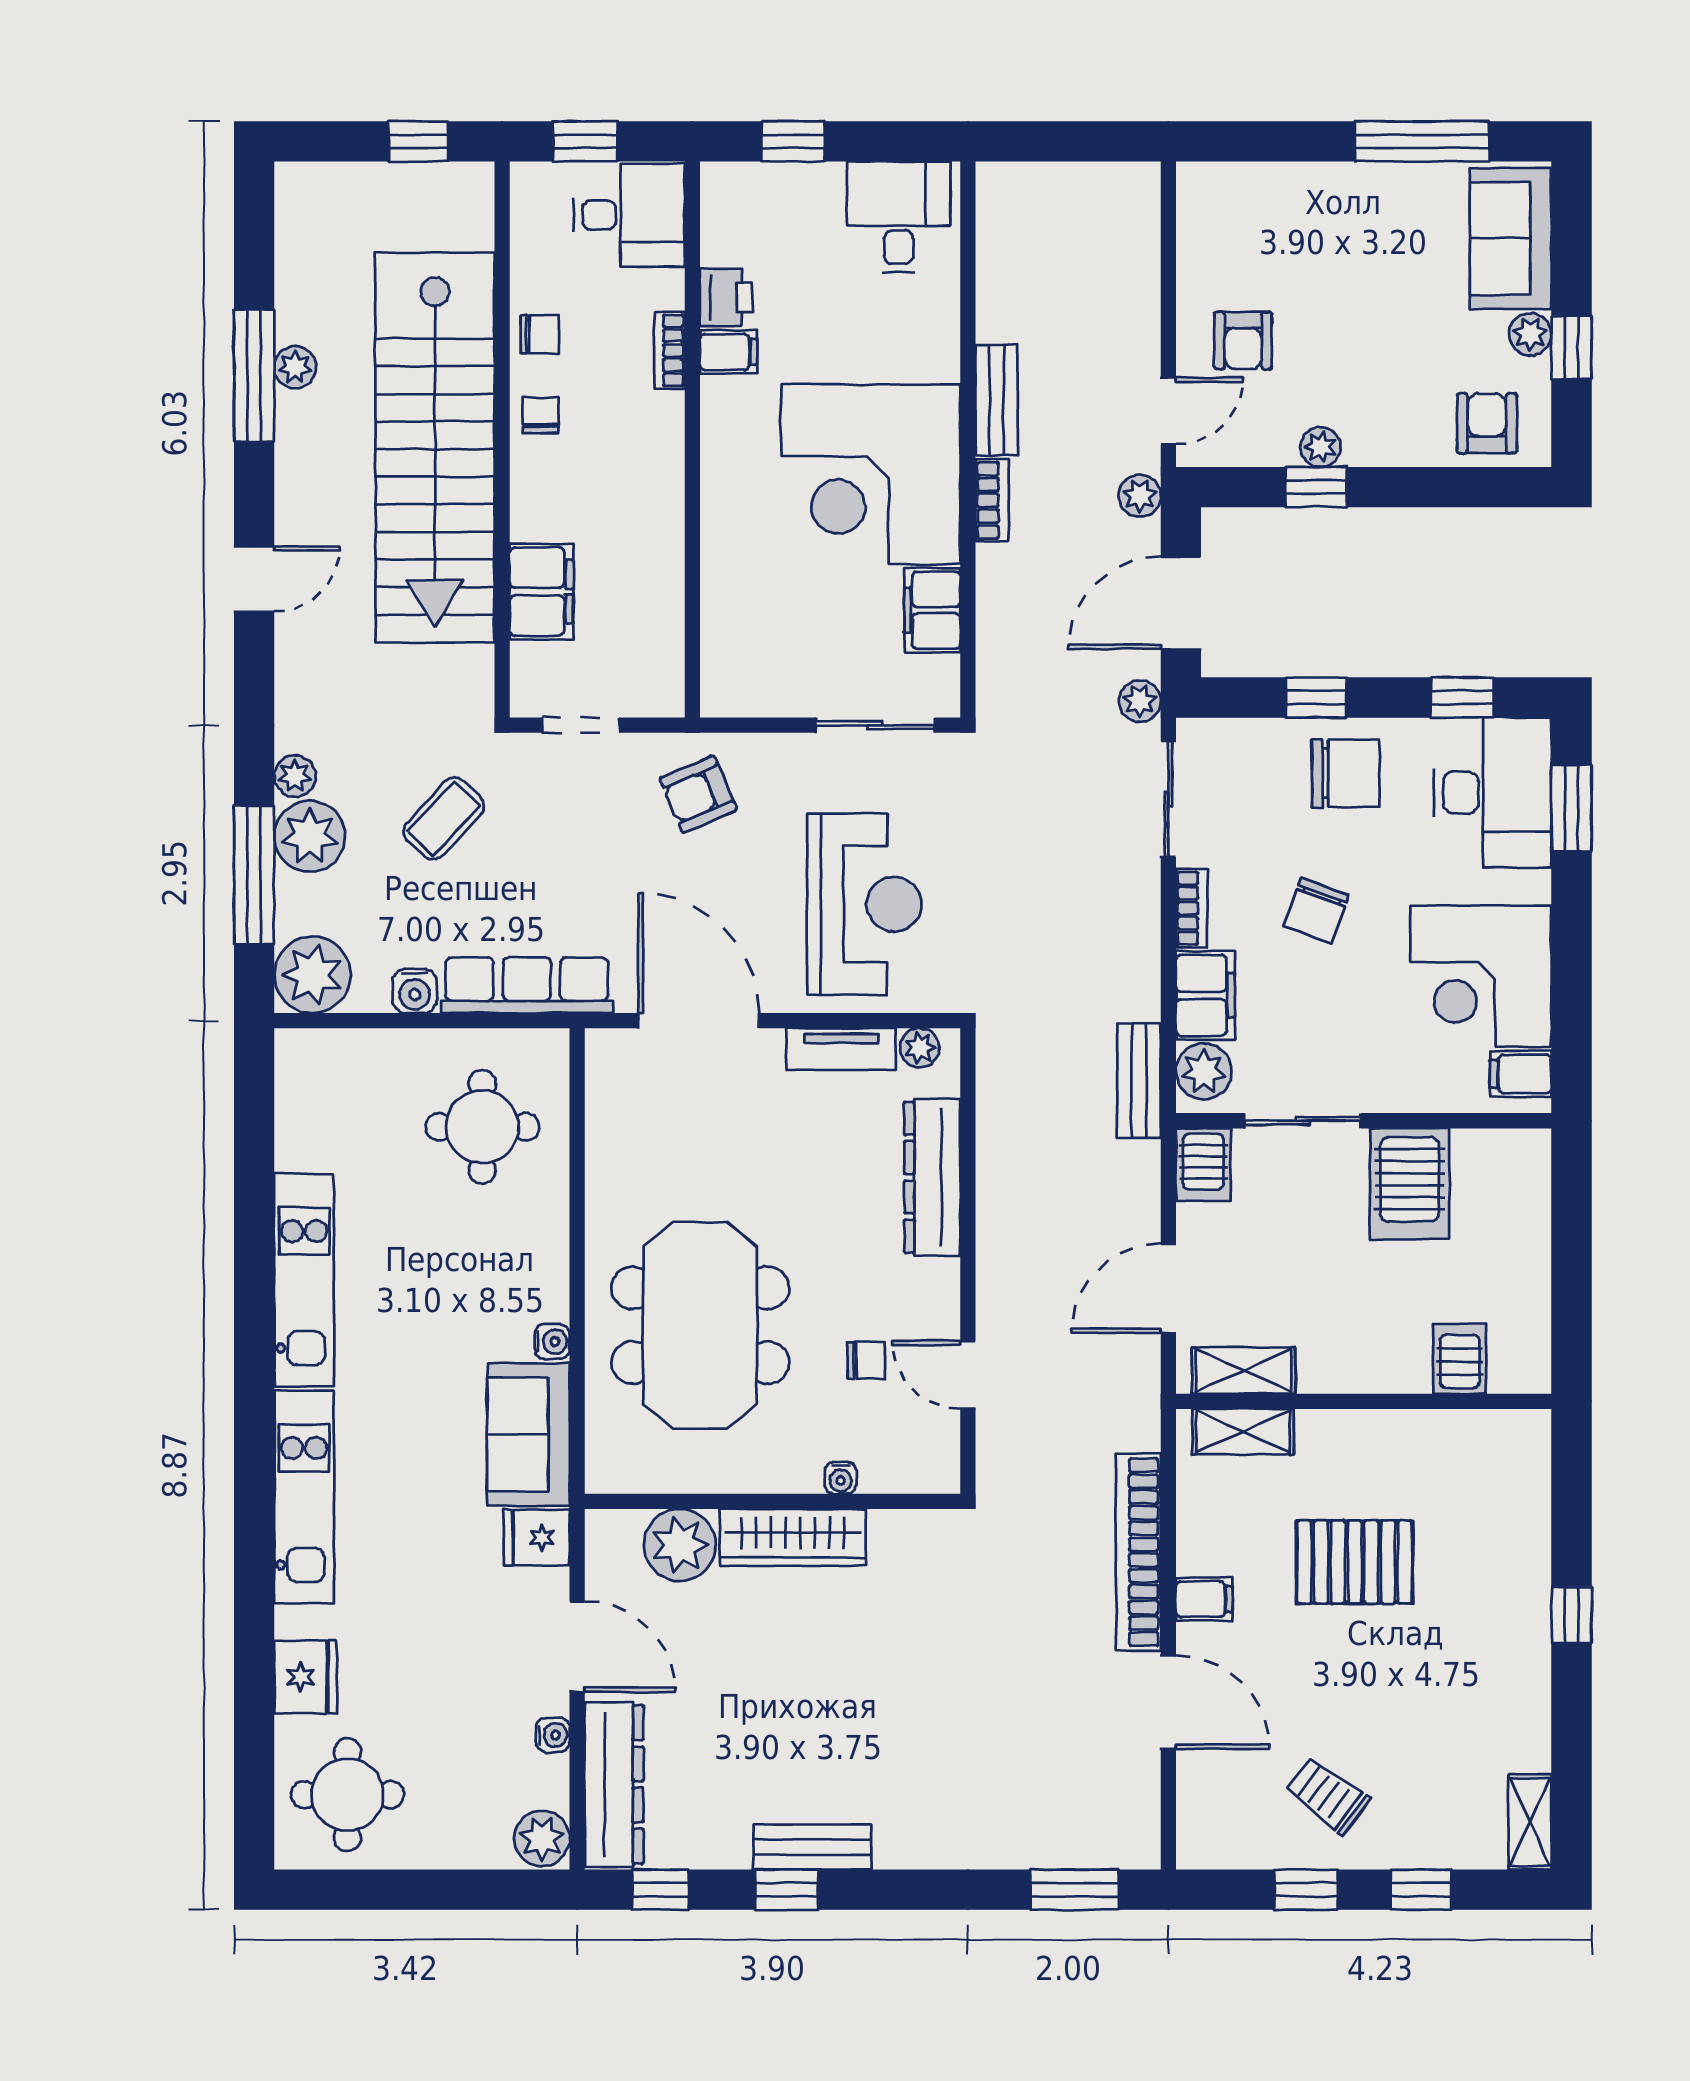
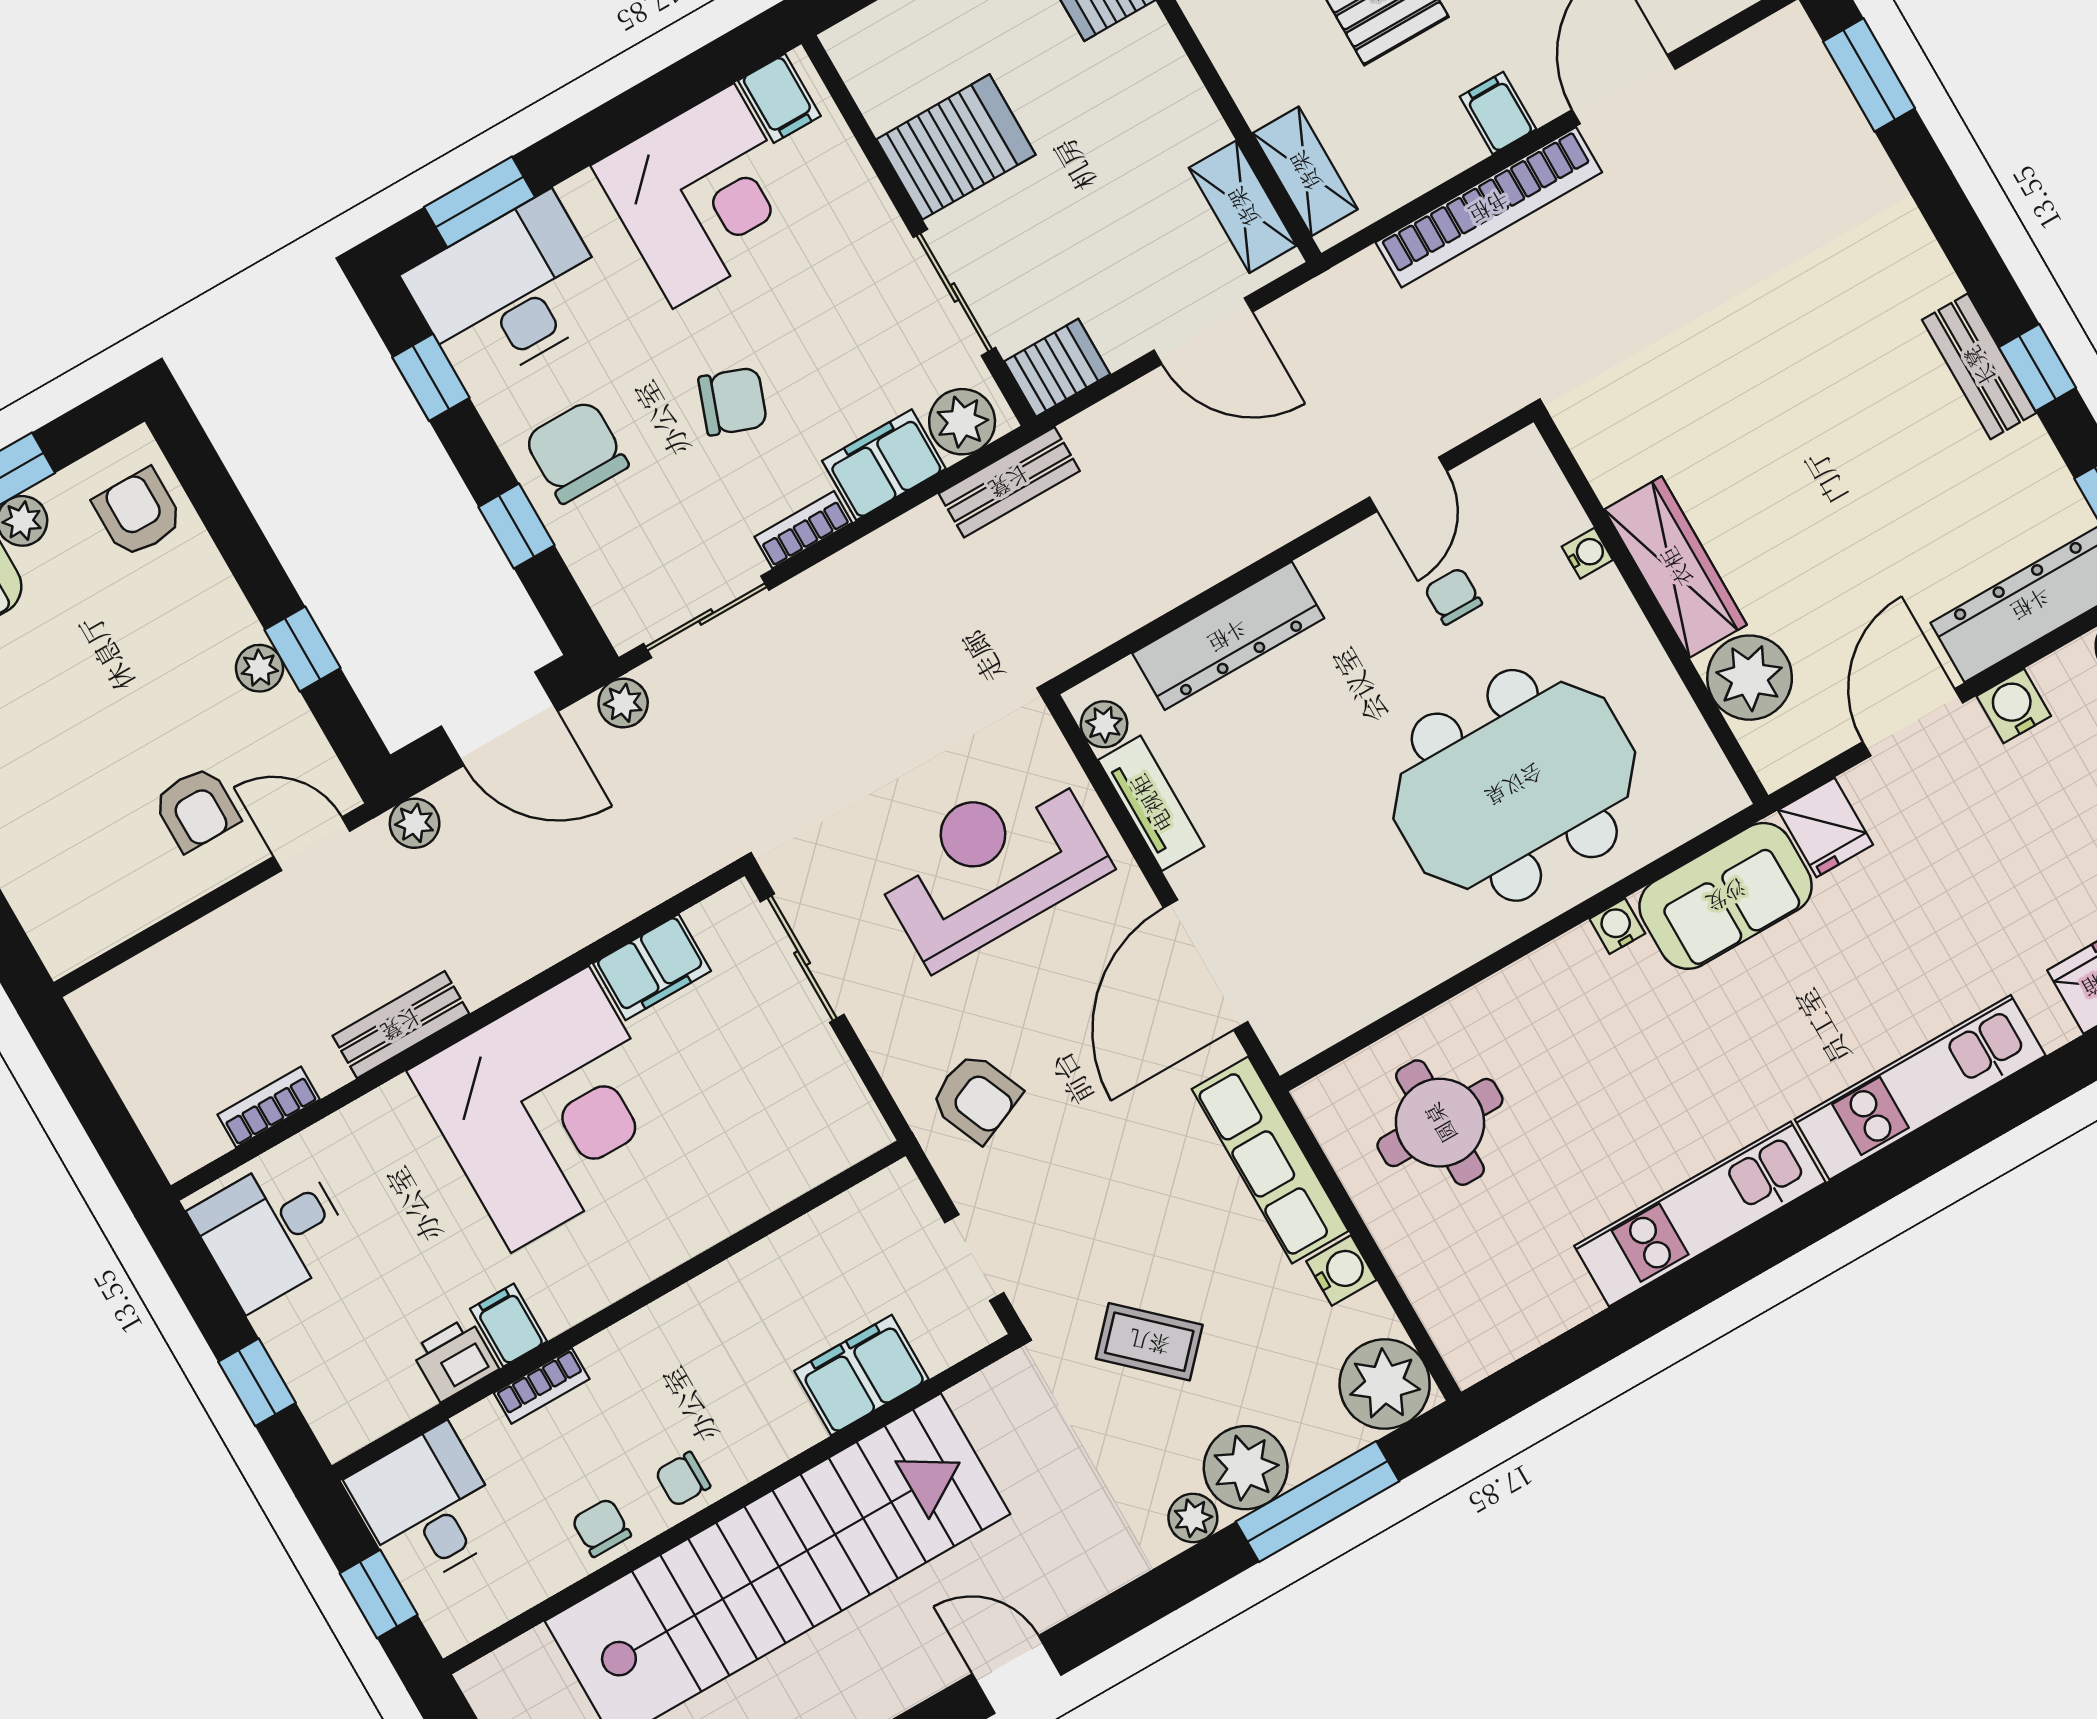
armchair: (1243, 341) -> (196, 809), turned 90
armchair: (1487, 423) -> (138, 513), turned 90
bookcase: (992, 500) -> (269, 1107), moved
water cooler: (553, 1735) -> (2014, 706), width x1.38, depth x1.38

